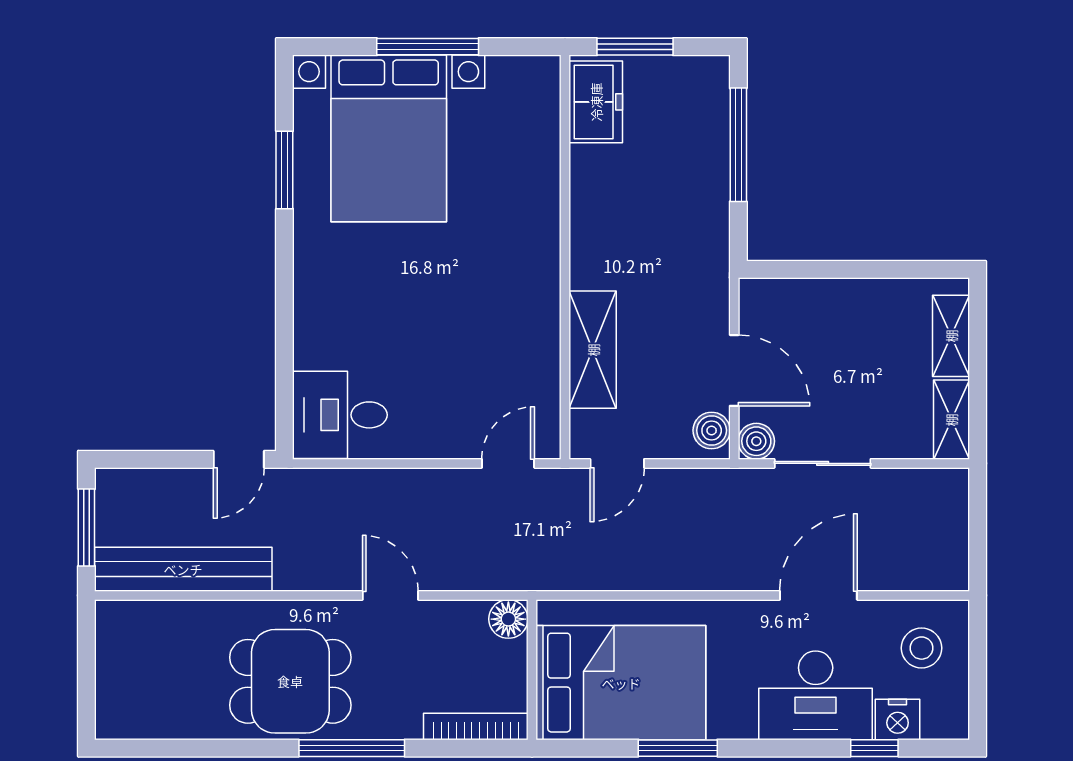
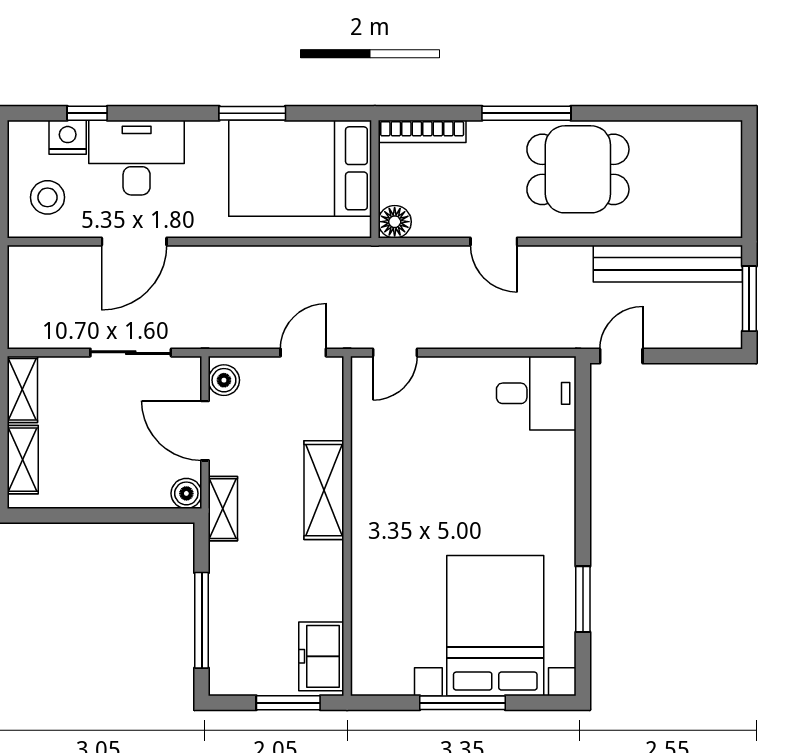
shelving: (713, 278) -> (223, 509), added
shelving: (593, 350) -> (324, 490), moved
boiler: (756, 441) -> (186, 493), moved

